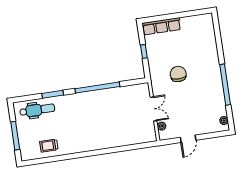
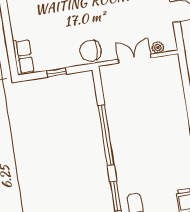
row of seats: (162, 26) -> (23, 57), width x0.68
chair: (178, 74) -> (91, 51), moved

